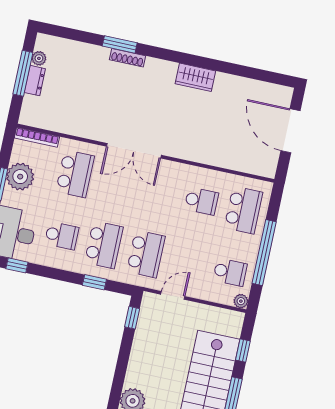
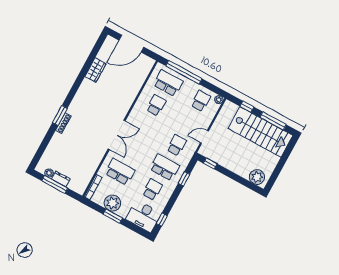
window: (120, 44) -> (60, 115), moved
wardrobe: (195, 77) -> (95, 70), moved
window: (264, 253) -> (184, 72), moved
school desk: (146, 254) -> (177, 145), width x0.54
door: (173, 295) -> (204, 137), hinge flipped

